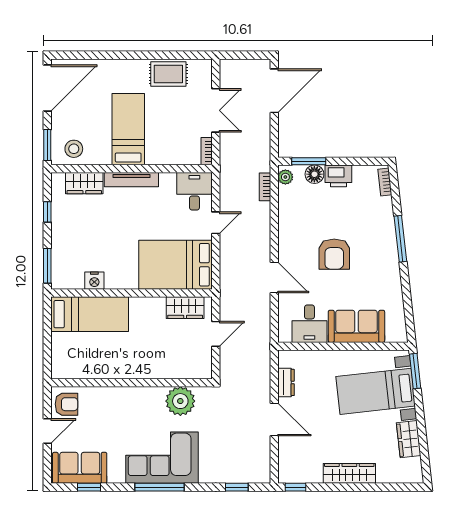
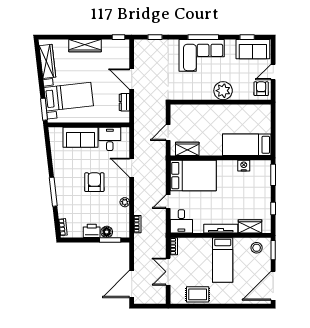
plant: (285, 177) -> (125, 202), moved
plant: (180, 401) -> (223, 91), moved
armchair: (66, 404) -> (261, 89), turned 90
wardrobe: (409, 439) -> (47, 61), width x1.50

